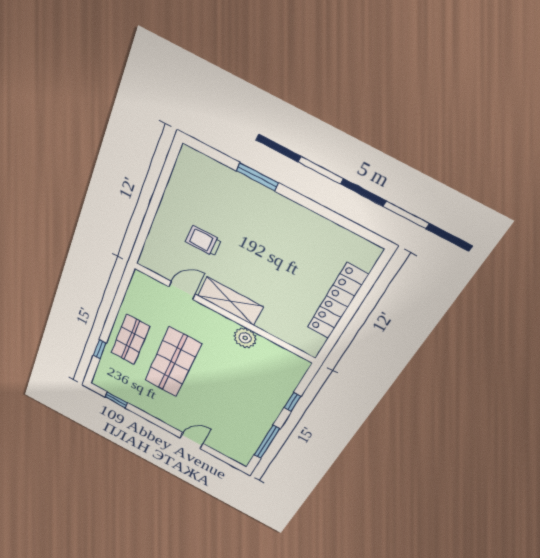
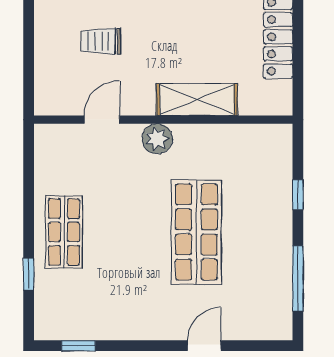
shelving: (230, 301) -> (197, 100), moved
plant: (245, 338) -> (157, 139), moved
shop shelf: (173, 362) -> (196, 232), moved

